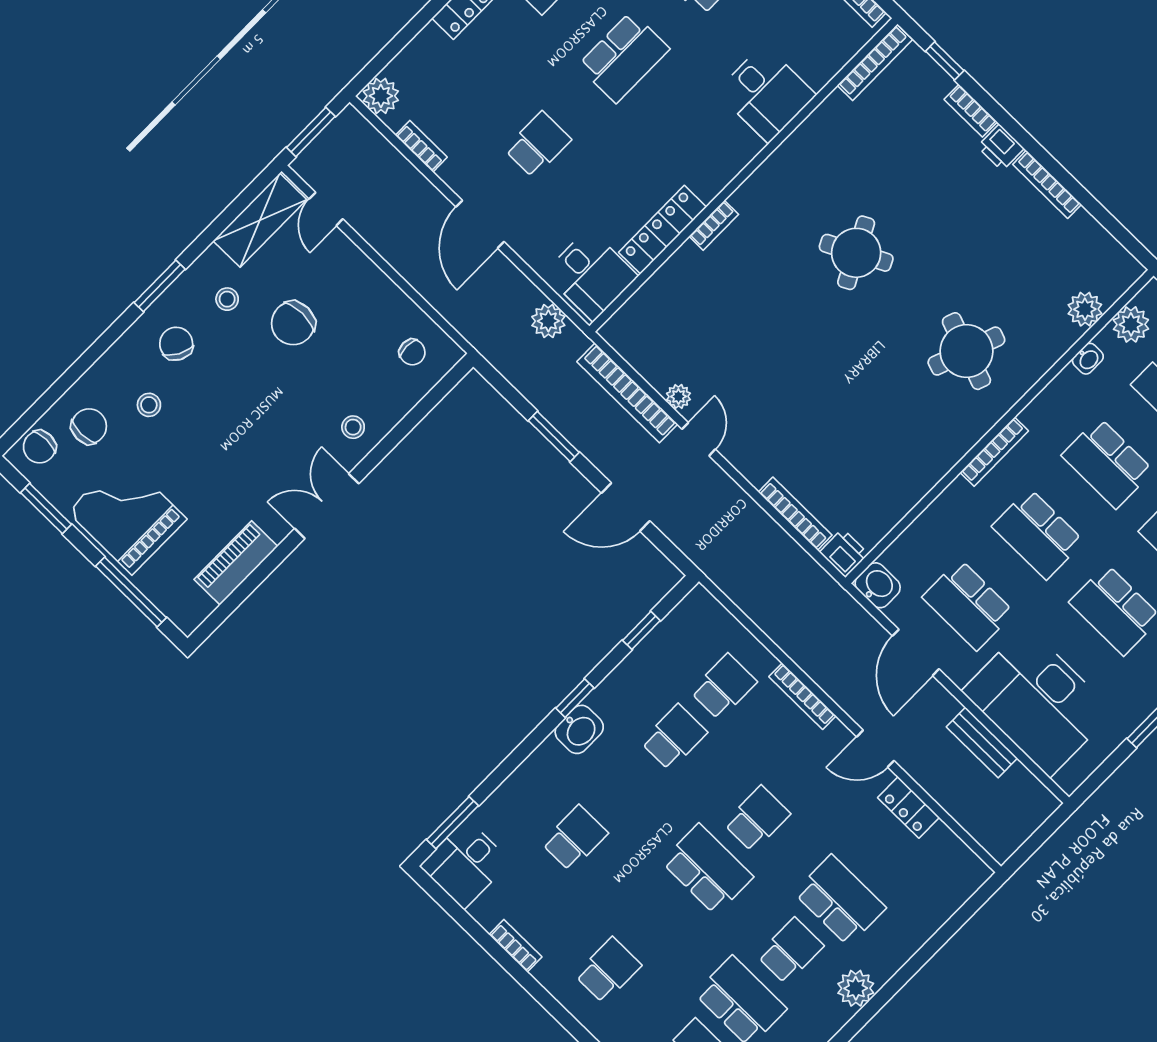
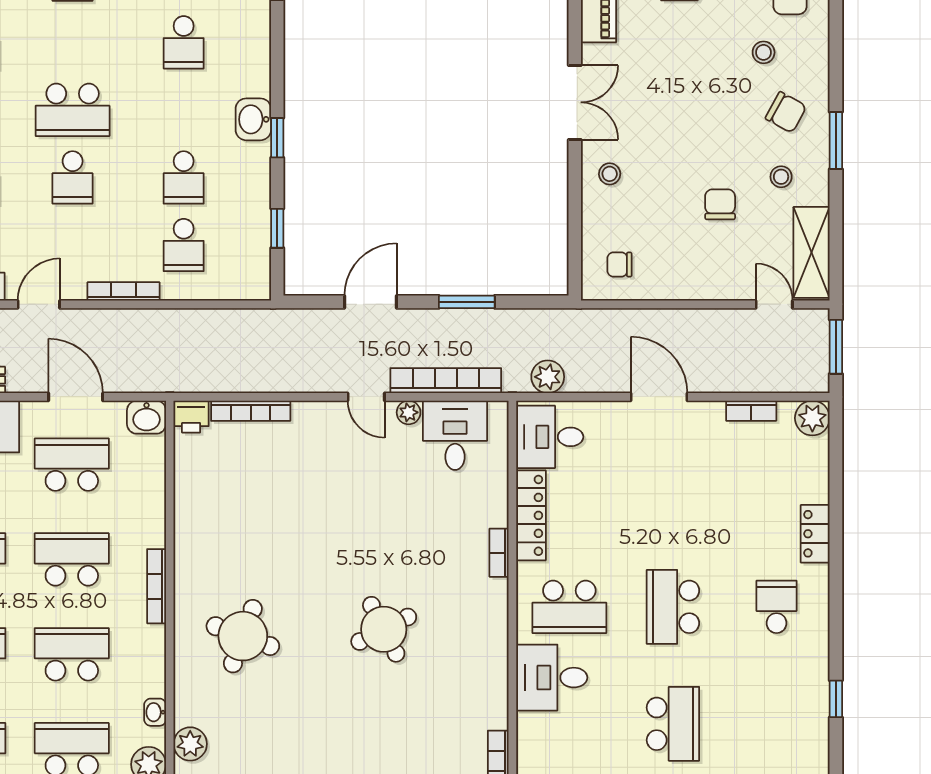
school desk: (538, 145) -> (569, 607), moved, width x1.85
chair: (293, 323) -> (720, 204), width x0.73, depth x0.73
desk: (661, 345) -> (455, 435), added

